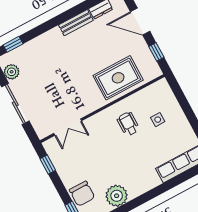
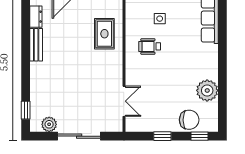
rug: (118, 78) -> (104, 34), width x0.73, depth x0.70
window: (48, 164) -> (162, 136), moved

